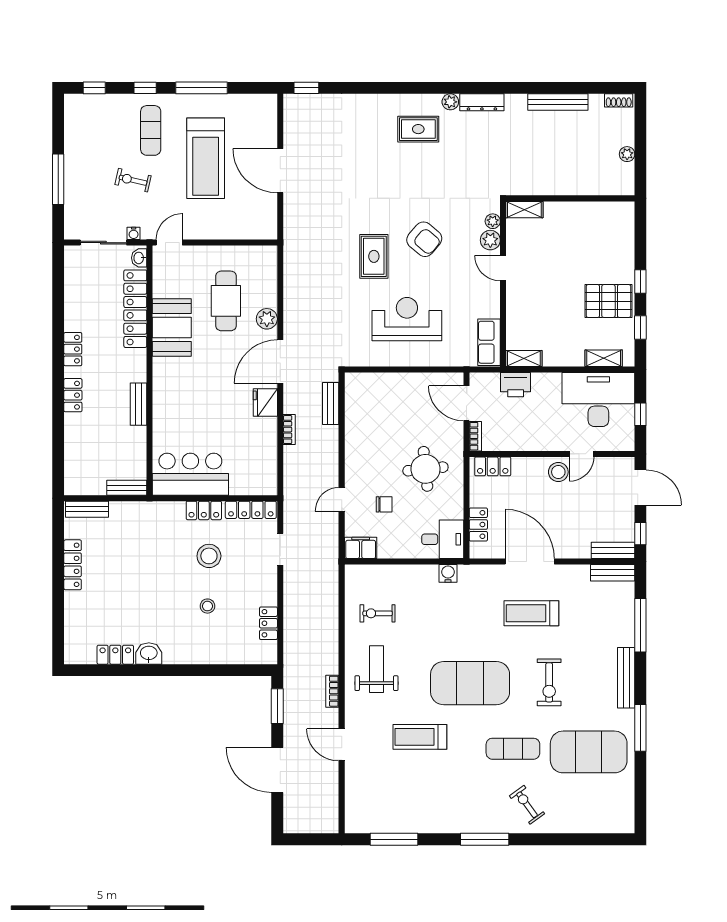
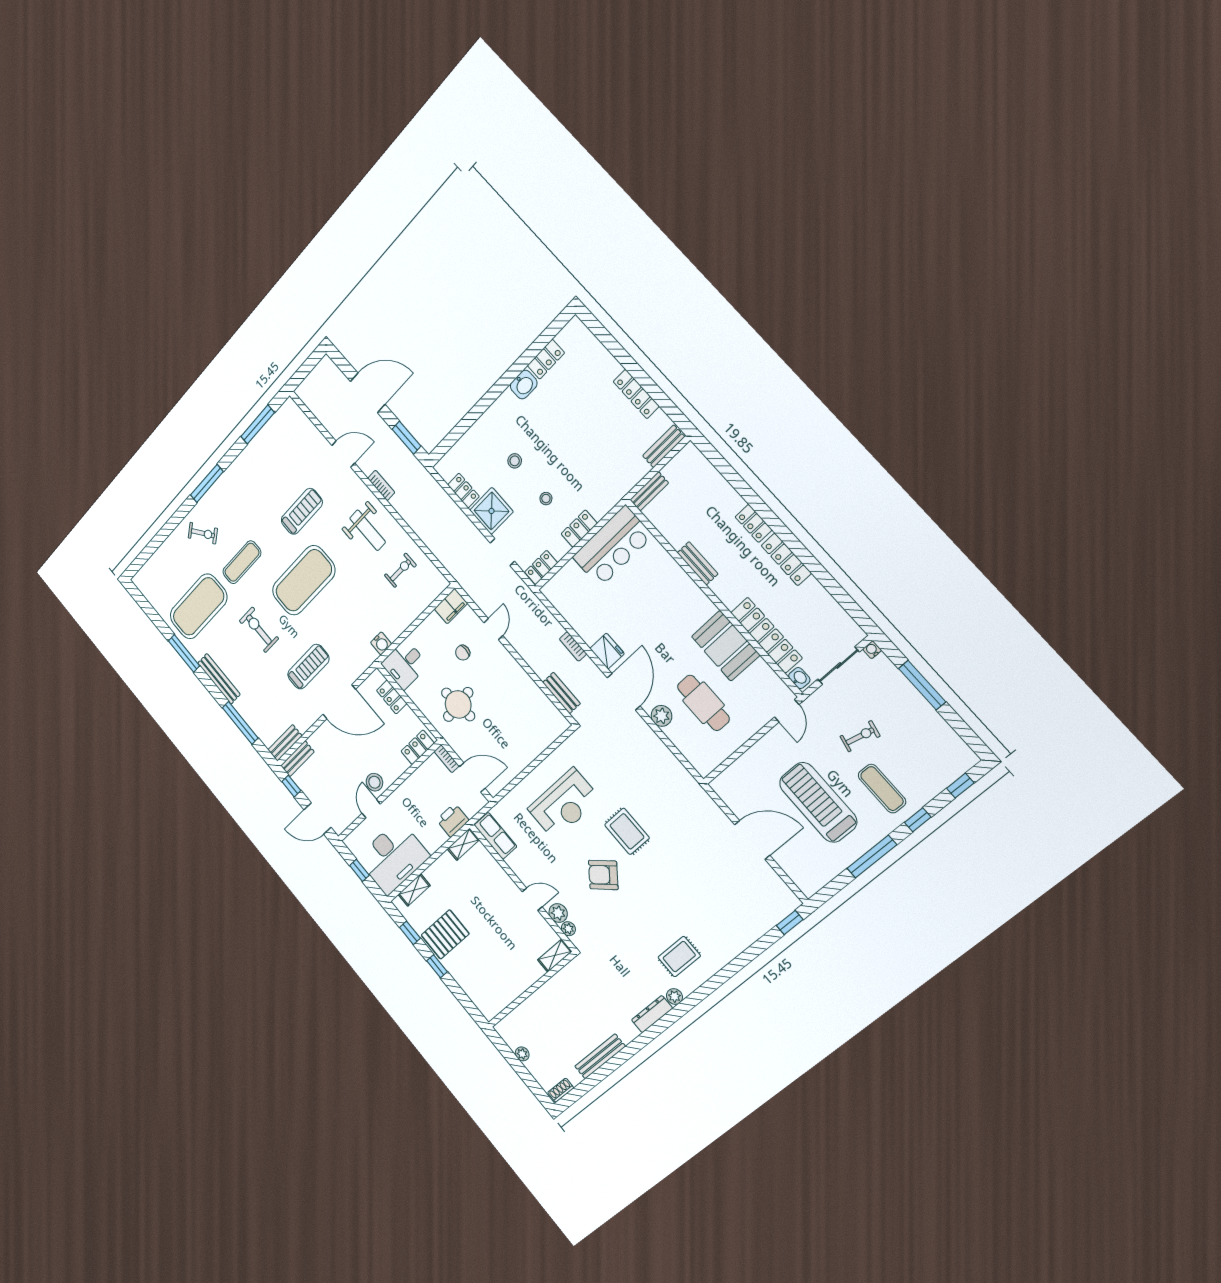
water cooler: (134, 233) -> (872, 650), moved
locker: (73, 349) -> (786, 559), width x1.53
locker: (251, 510) -> (541, 567), width x0.66
stool: (209, 556) -> (546, 499), width x0.53, depth x0.53
shower: (260, 587) -> (491, 511), added

